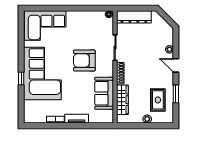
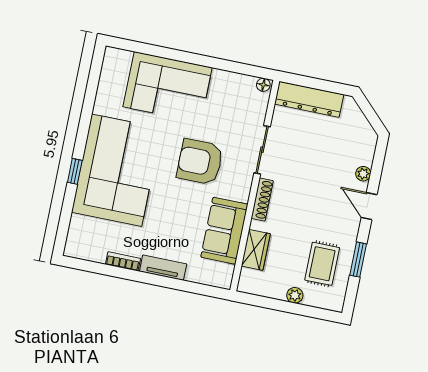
corner sofa: (45, 26) -> (167, 87), moved
wardrobe: (122, 100) -> (256, 250), width x0.67

